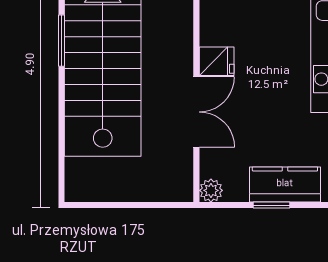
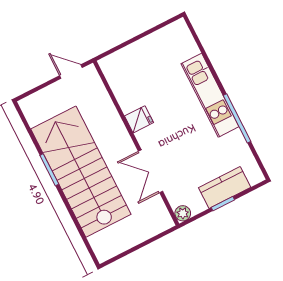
fridge: (217, 61) -> (139, 119), moved
double door: (196, 112) -> (150, 171), swing flipped

